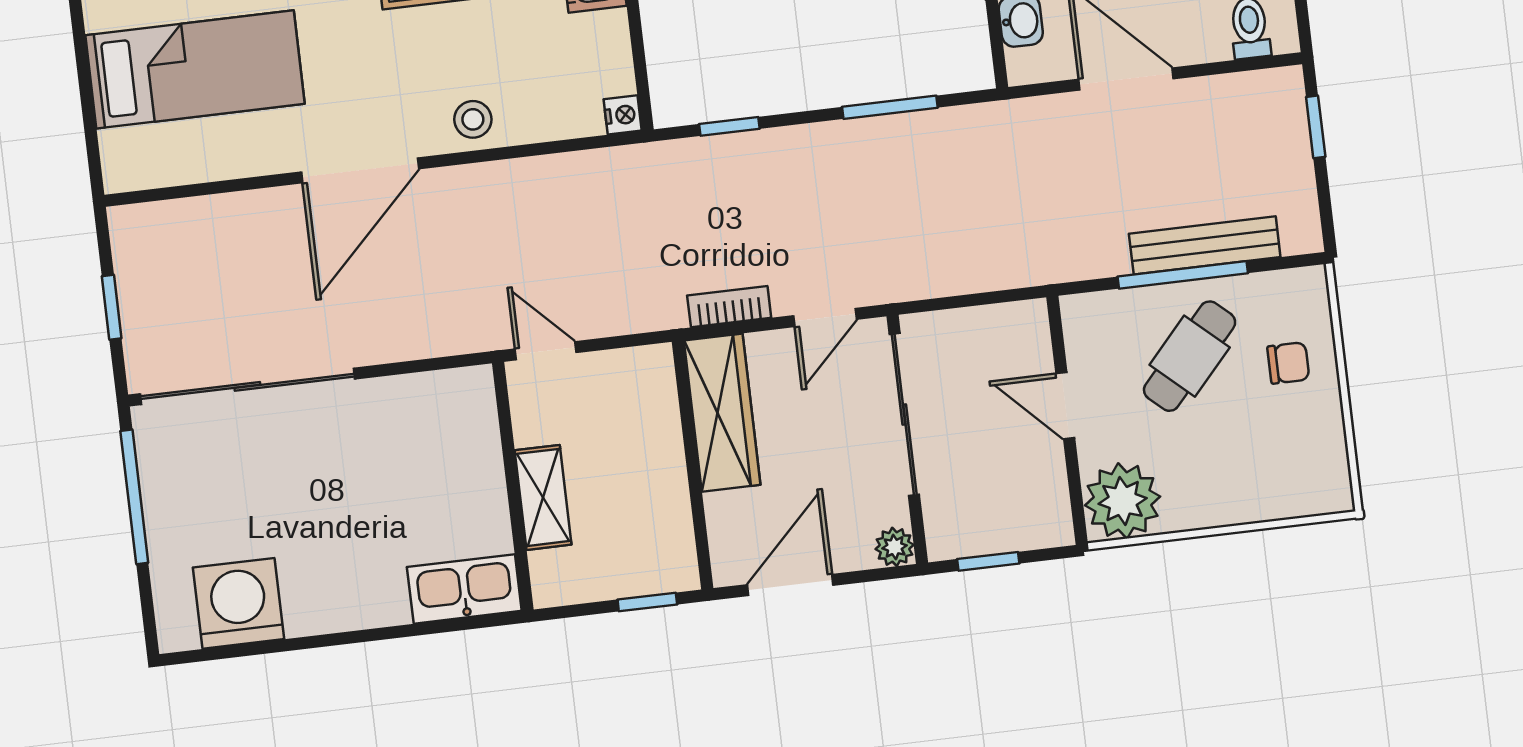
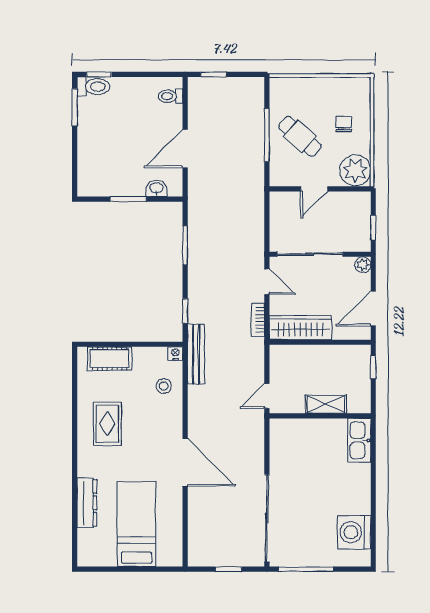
stool: (473, 119) -> (164, 386), moved
bench: (1205, 245) -> (196, 354), moved
chair: (1288, 363) -> (344, 124), moved
door: (790, 585) -> (373, 309), hinge flipped

